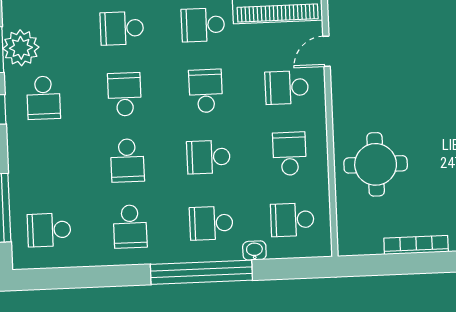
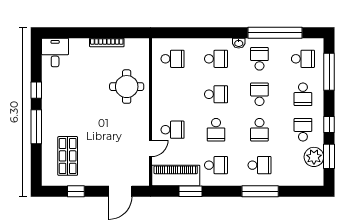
school desk: (289, 154) -> (303, 94), moved
washbasin: (254, 251) -> (239, 43), moved
window: (201, 272) -> (275, 33), moved

